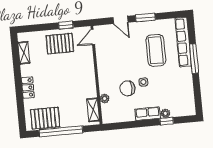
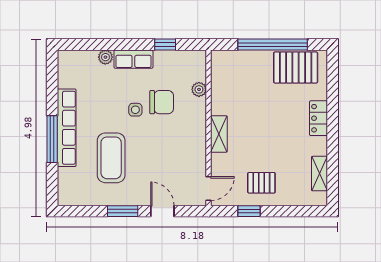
row of seats: (183, 42) -> (67, 128), moved
pallet: (60, 44) -> (261, 183), width x0.67, depth x0.71
shelving: (93, 110) -> (219, 134), moved
window: (167, 121) -> (165, 45), moved

